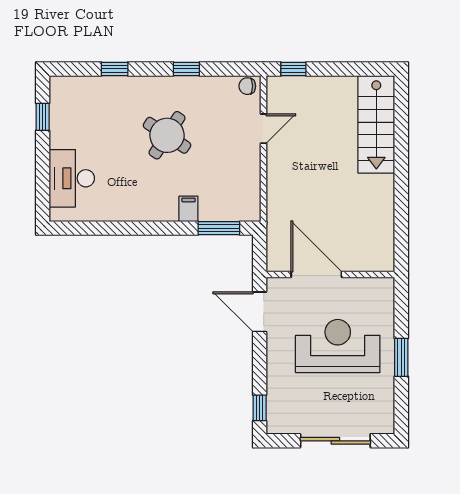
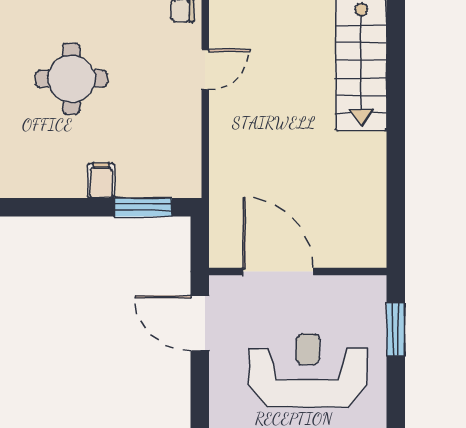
round table: (167, 135) -> (71, 79), turned -33
window: (401, 357) -> (396, 330), moved

